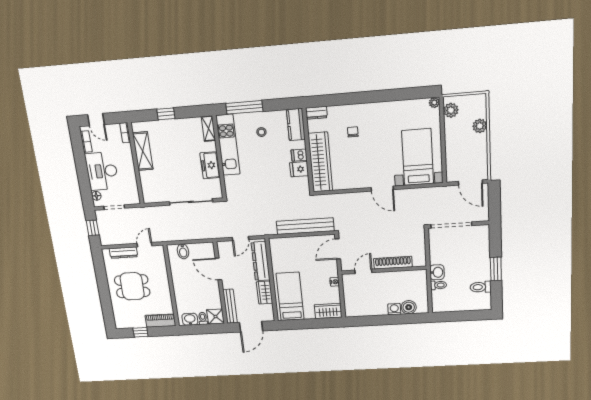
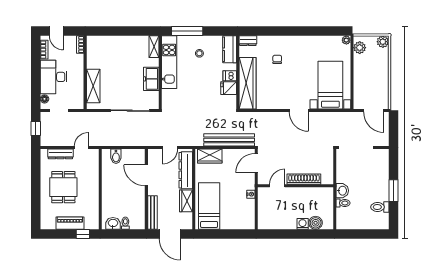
window: (166, 114) -> (119, 31), removed
plant: (480, 126) -> (383, 42), moved
shelving: (143, 151) -> (93, 86), moved
dining table: (132, 286) -> (63, 187), turned 90
wardrobe: (328, 311) -> (210, 156), moved, turned 180
shower: (215, 317) -> (138, 222), removed
piano: (160, 321) -> (70, 223), moved
door: (251, 327) -> (170, 234), hinge flipped
window: (140, 332) -> (83, 234), moved

